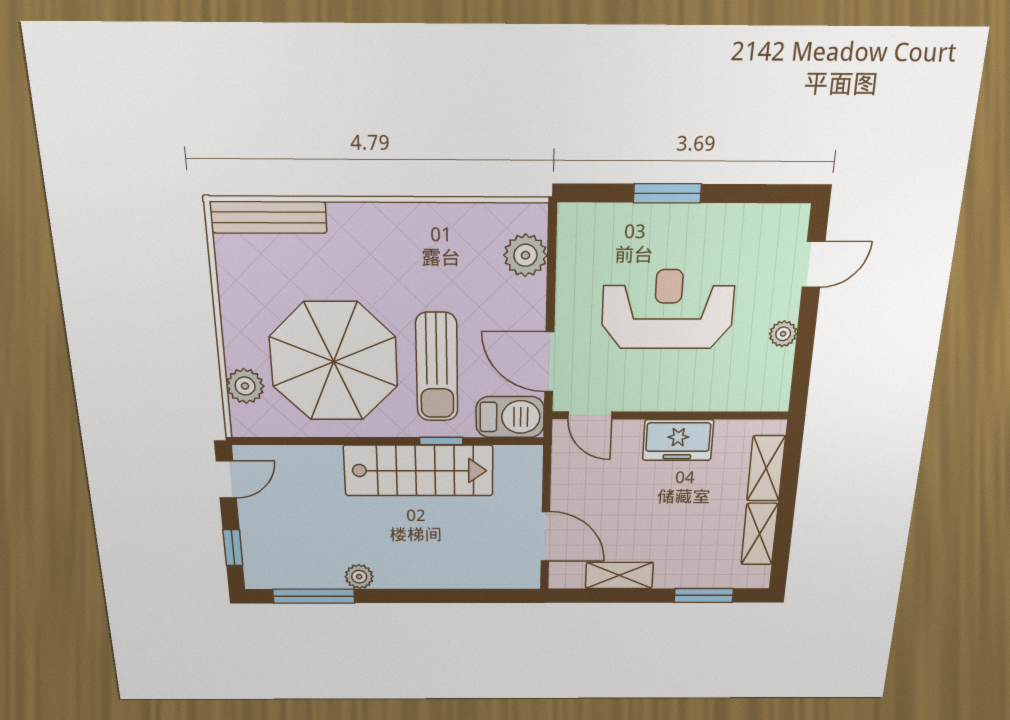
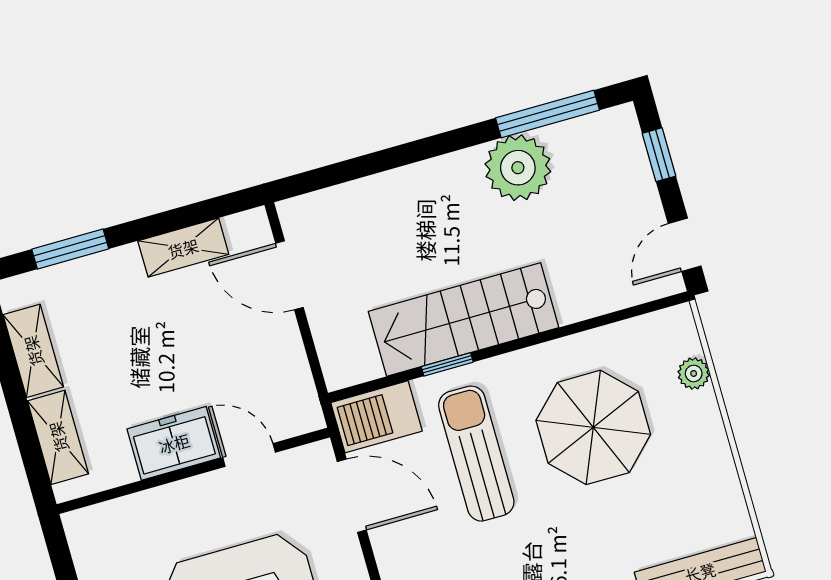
parasol: (334, 361) -> (593, 427), width x0.73, depth x0.73
plant: (245, 386) -> (694, 373), width x0.73, depth x0.73
door: (590, 415) -> (249, 455), moved
plant: (359, 577) -> (518, 168), width x1.87, depth x1.87

